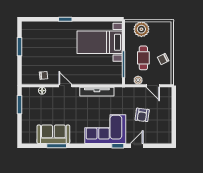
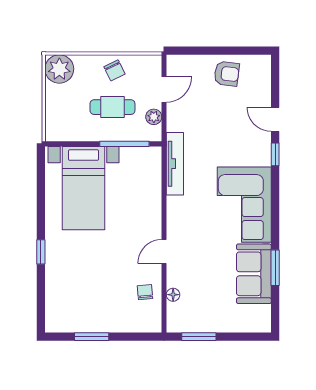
plant: (141, 29) -> (59, 69), moved
tv unit: (97, 92) -> (175, 164), moved
armchair: (142, 115) -> (227, 74), moved
corner sofa: (105, 129) -> (244, 205), moved

